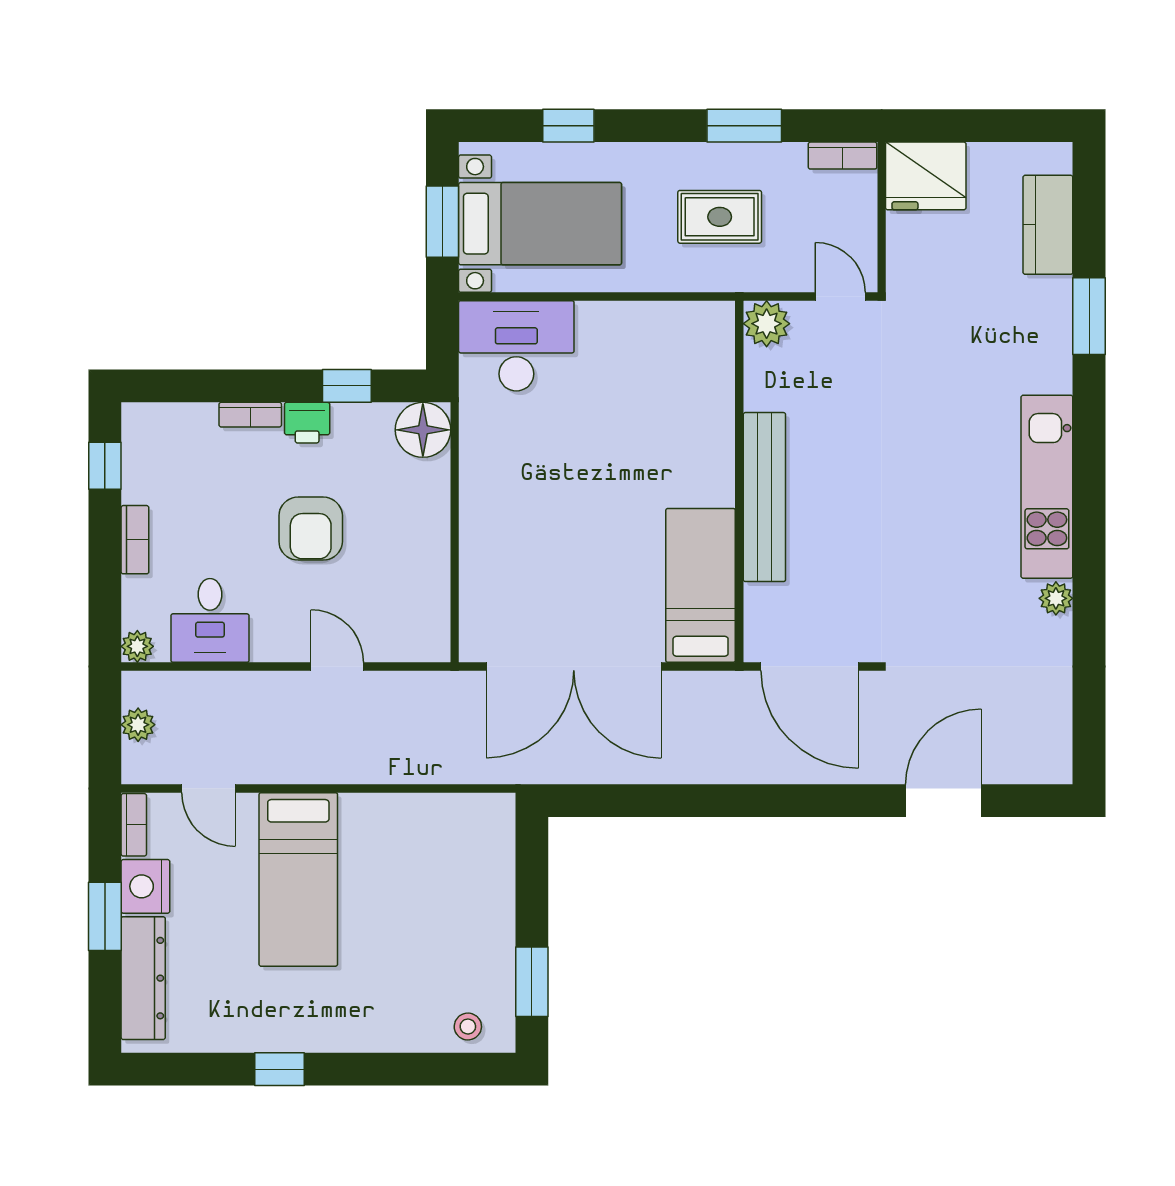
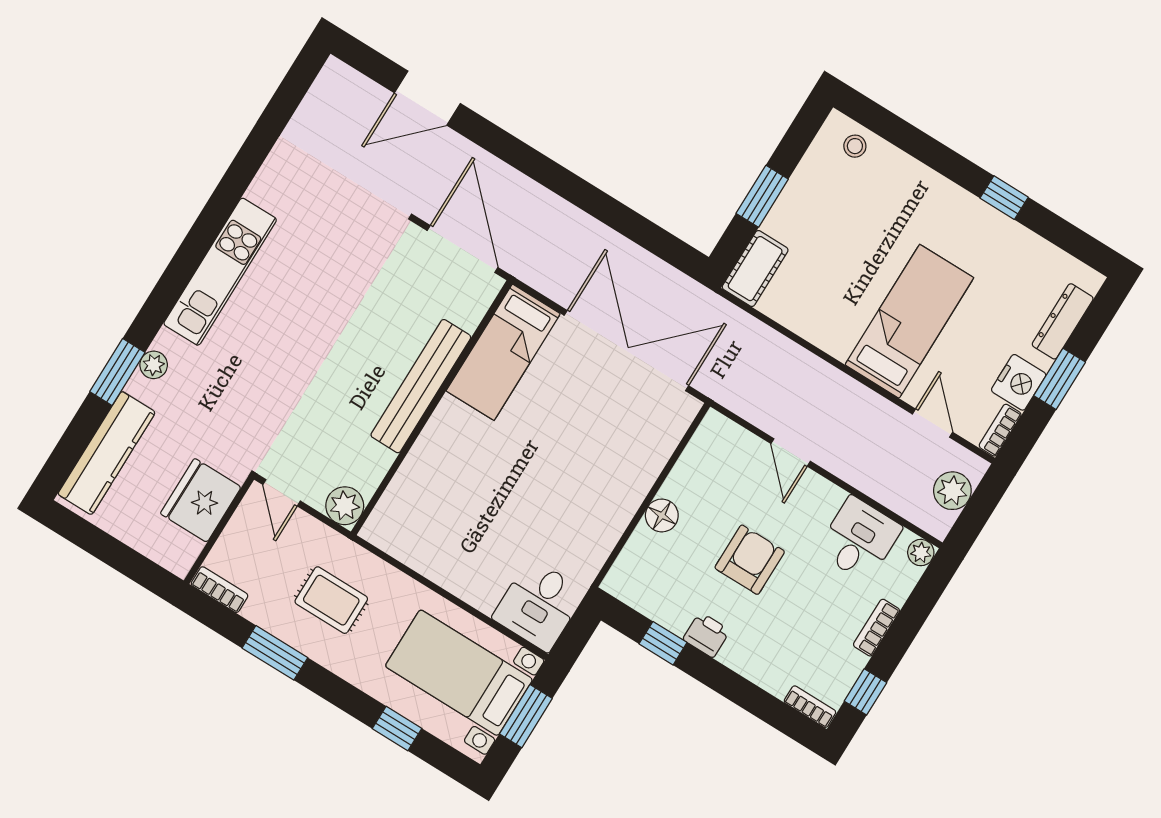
fridge: (926, 176) -> (201, 500), moved, turned -90
kitchen counter: (1048, 225) -> (107, 453), width x1.50
desk: (516, 346) -> (539, 605), width x0.73
bookcase: (250, 415) -> (810, 707), moved
floor lamp: (423, 430) -> (662, 515), moved, width x0.73, depth x0.73
plant: (1056, 598) -> (154, 365), moved
plant: (138, 725) -> (952, 491), width x1.38, depth x1.38
cot: (493, 835) -> (755, 269), added
dresser: (143, 978) -> (1063, 321), width x0.73, depth x0.80
window: (532, 982) -> (762, 196), moved

